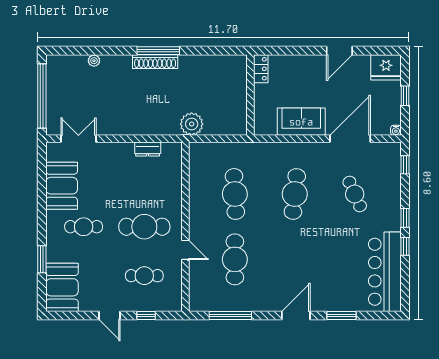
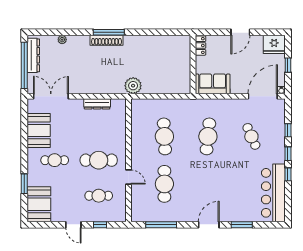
locker: (261, 69) -> (200, 46), moved
dresser: (54, 82) -> (33, 55), added
wall: (250, 95) -> (193, 65), moved
double door: (78, 139) -> (51, 96), width x1.37
door: (350, 139) -> (263, 96), moved
dresser: (148, 149) -> (97, 104), width x1.44
window: (405, 165) -> (288, 130), moved

